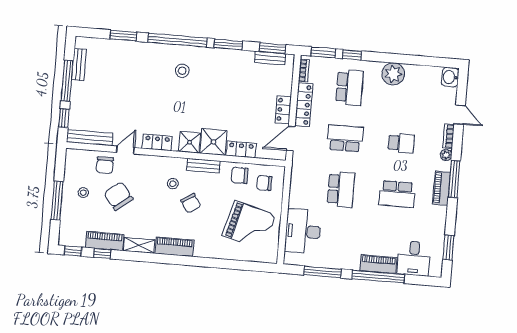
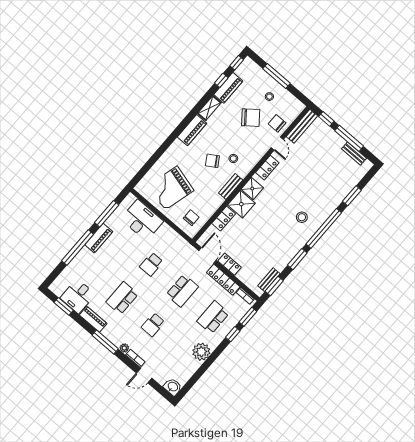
school desk: (350, 87) -> (213, 317), turned 90
chair: (240, 175) -> (208, 205), removed
piano: (442, 188) -> (93, 319), moved
school desk: (341, 189) -> (151, 264), width x0.54
desk: (414, 258) -> (78, 296), moved, turned -90
piano: (378, 264) -> (99, 238), moved

